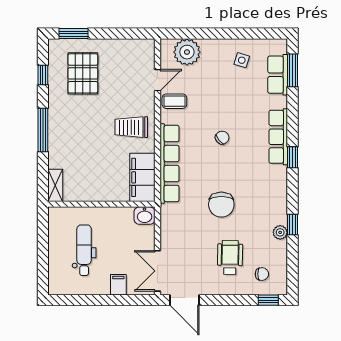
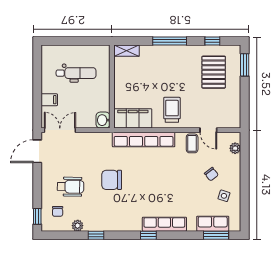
plant: (187, 52) -> (235, 148), width x0.53, depth x0.53
pallet: (83, 73) -> (214, 72), turned 90
chair: (222, 138) -> (211, 174), moved
plant: (280, 232) -> (78, 226), moved

